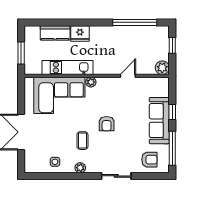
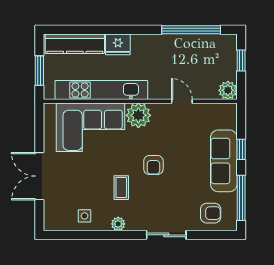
kitchen counter: (55, 33) -> (75, 44), width x1.50
kitchen unit: (68, 67) -> (101, 90), width x1.36
door: (128, 76) -> (182, 101), hinge flipped
plant: (91, 82) -> (138, 115), width x1.88, depth x1.88

